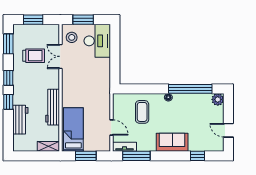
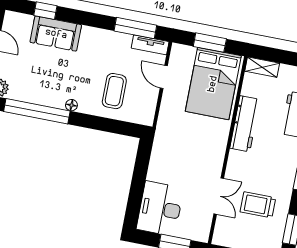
stool: (72, 37) -> (197, 221), removed
bed: (73, 129) -> (213, 84), width x1.50
sofa: (172, 142) -> (56, 34), moved

